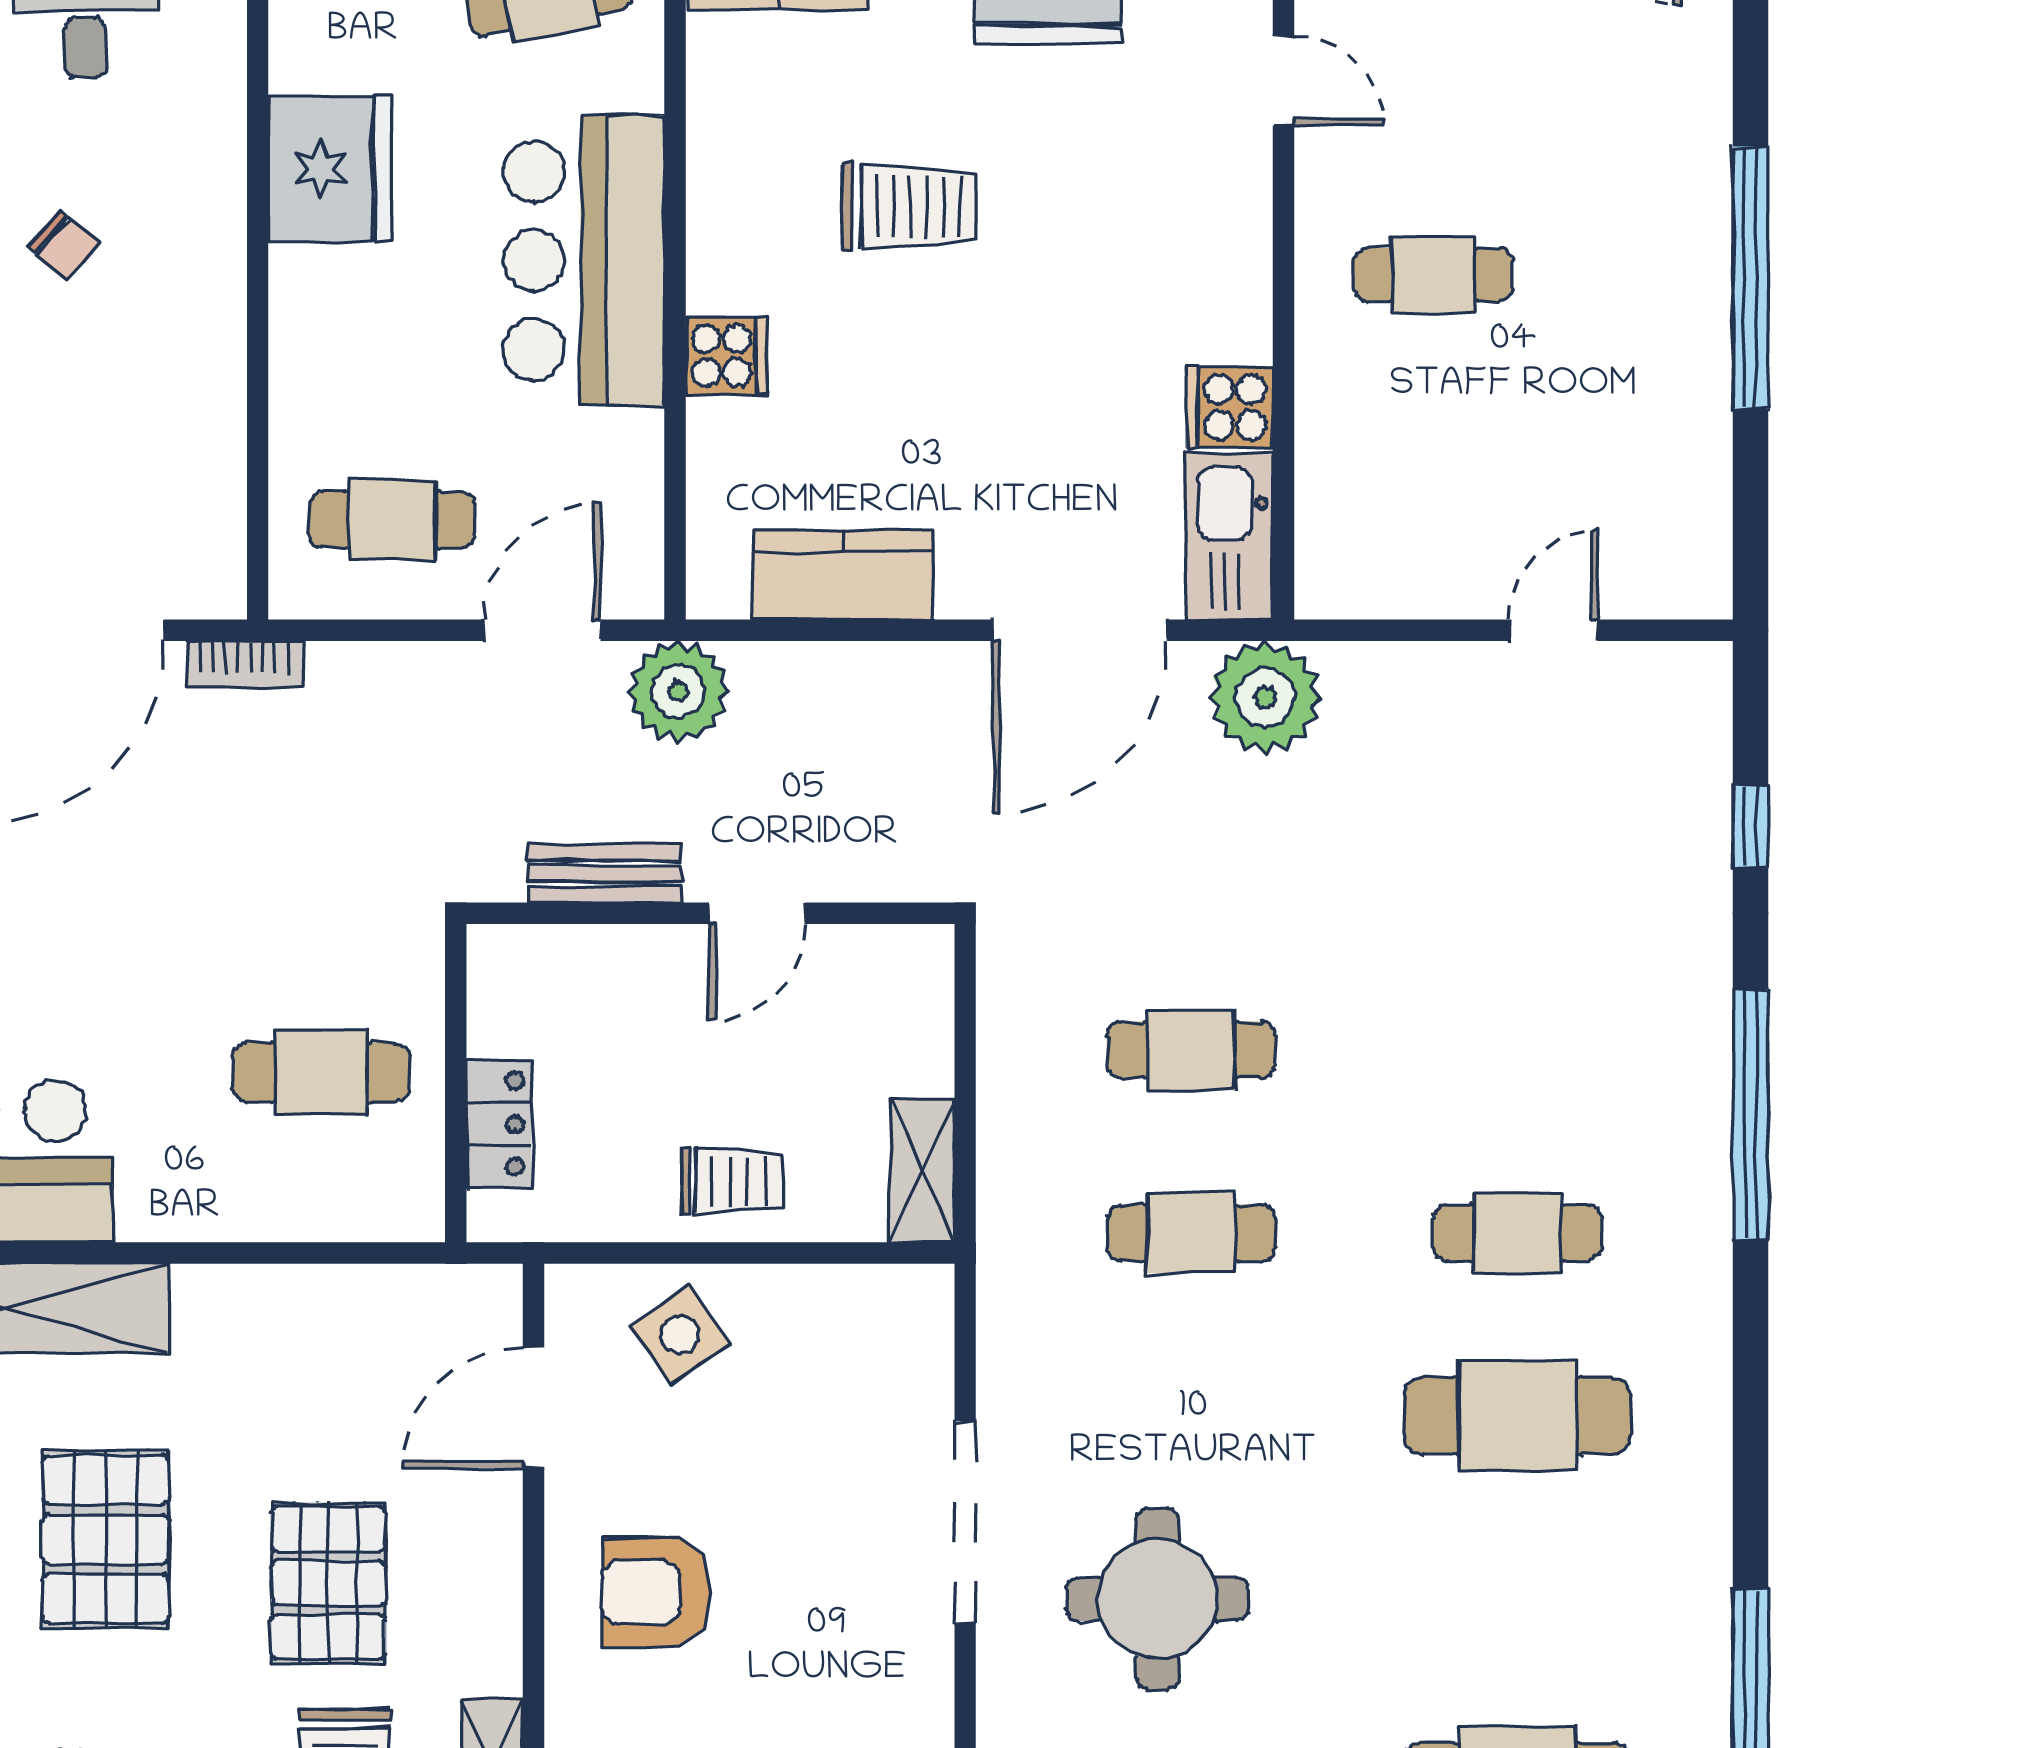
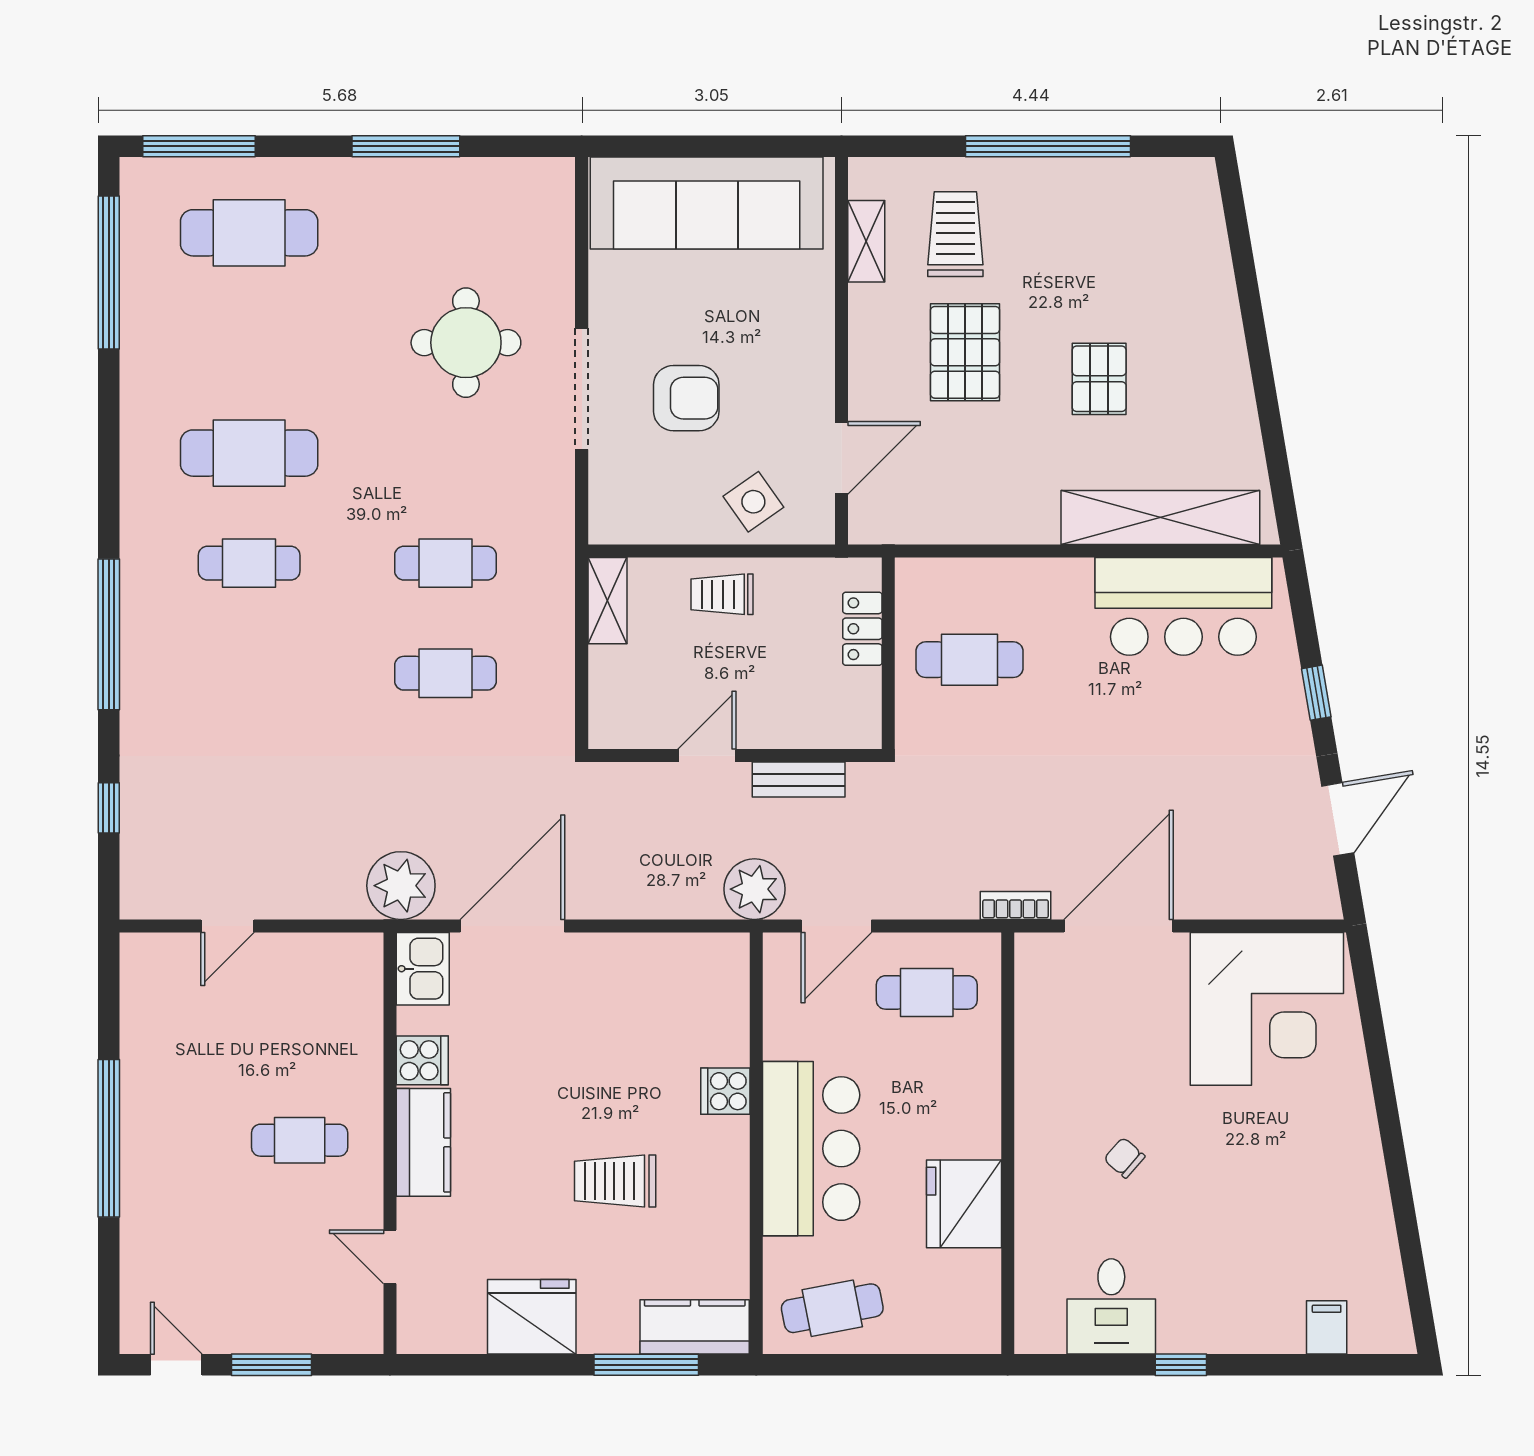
kitchen sink: (1229, 537) -> (423, 969), width x0.73
kitchen counter: (843, 575) -> (423, 1142), moved, turned -90
pallet: (106, 1539) -> (1099, 379), width x0.67, depth x0.71
armchair: (656, 1592) -> (686, 398), moved

